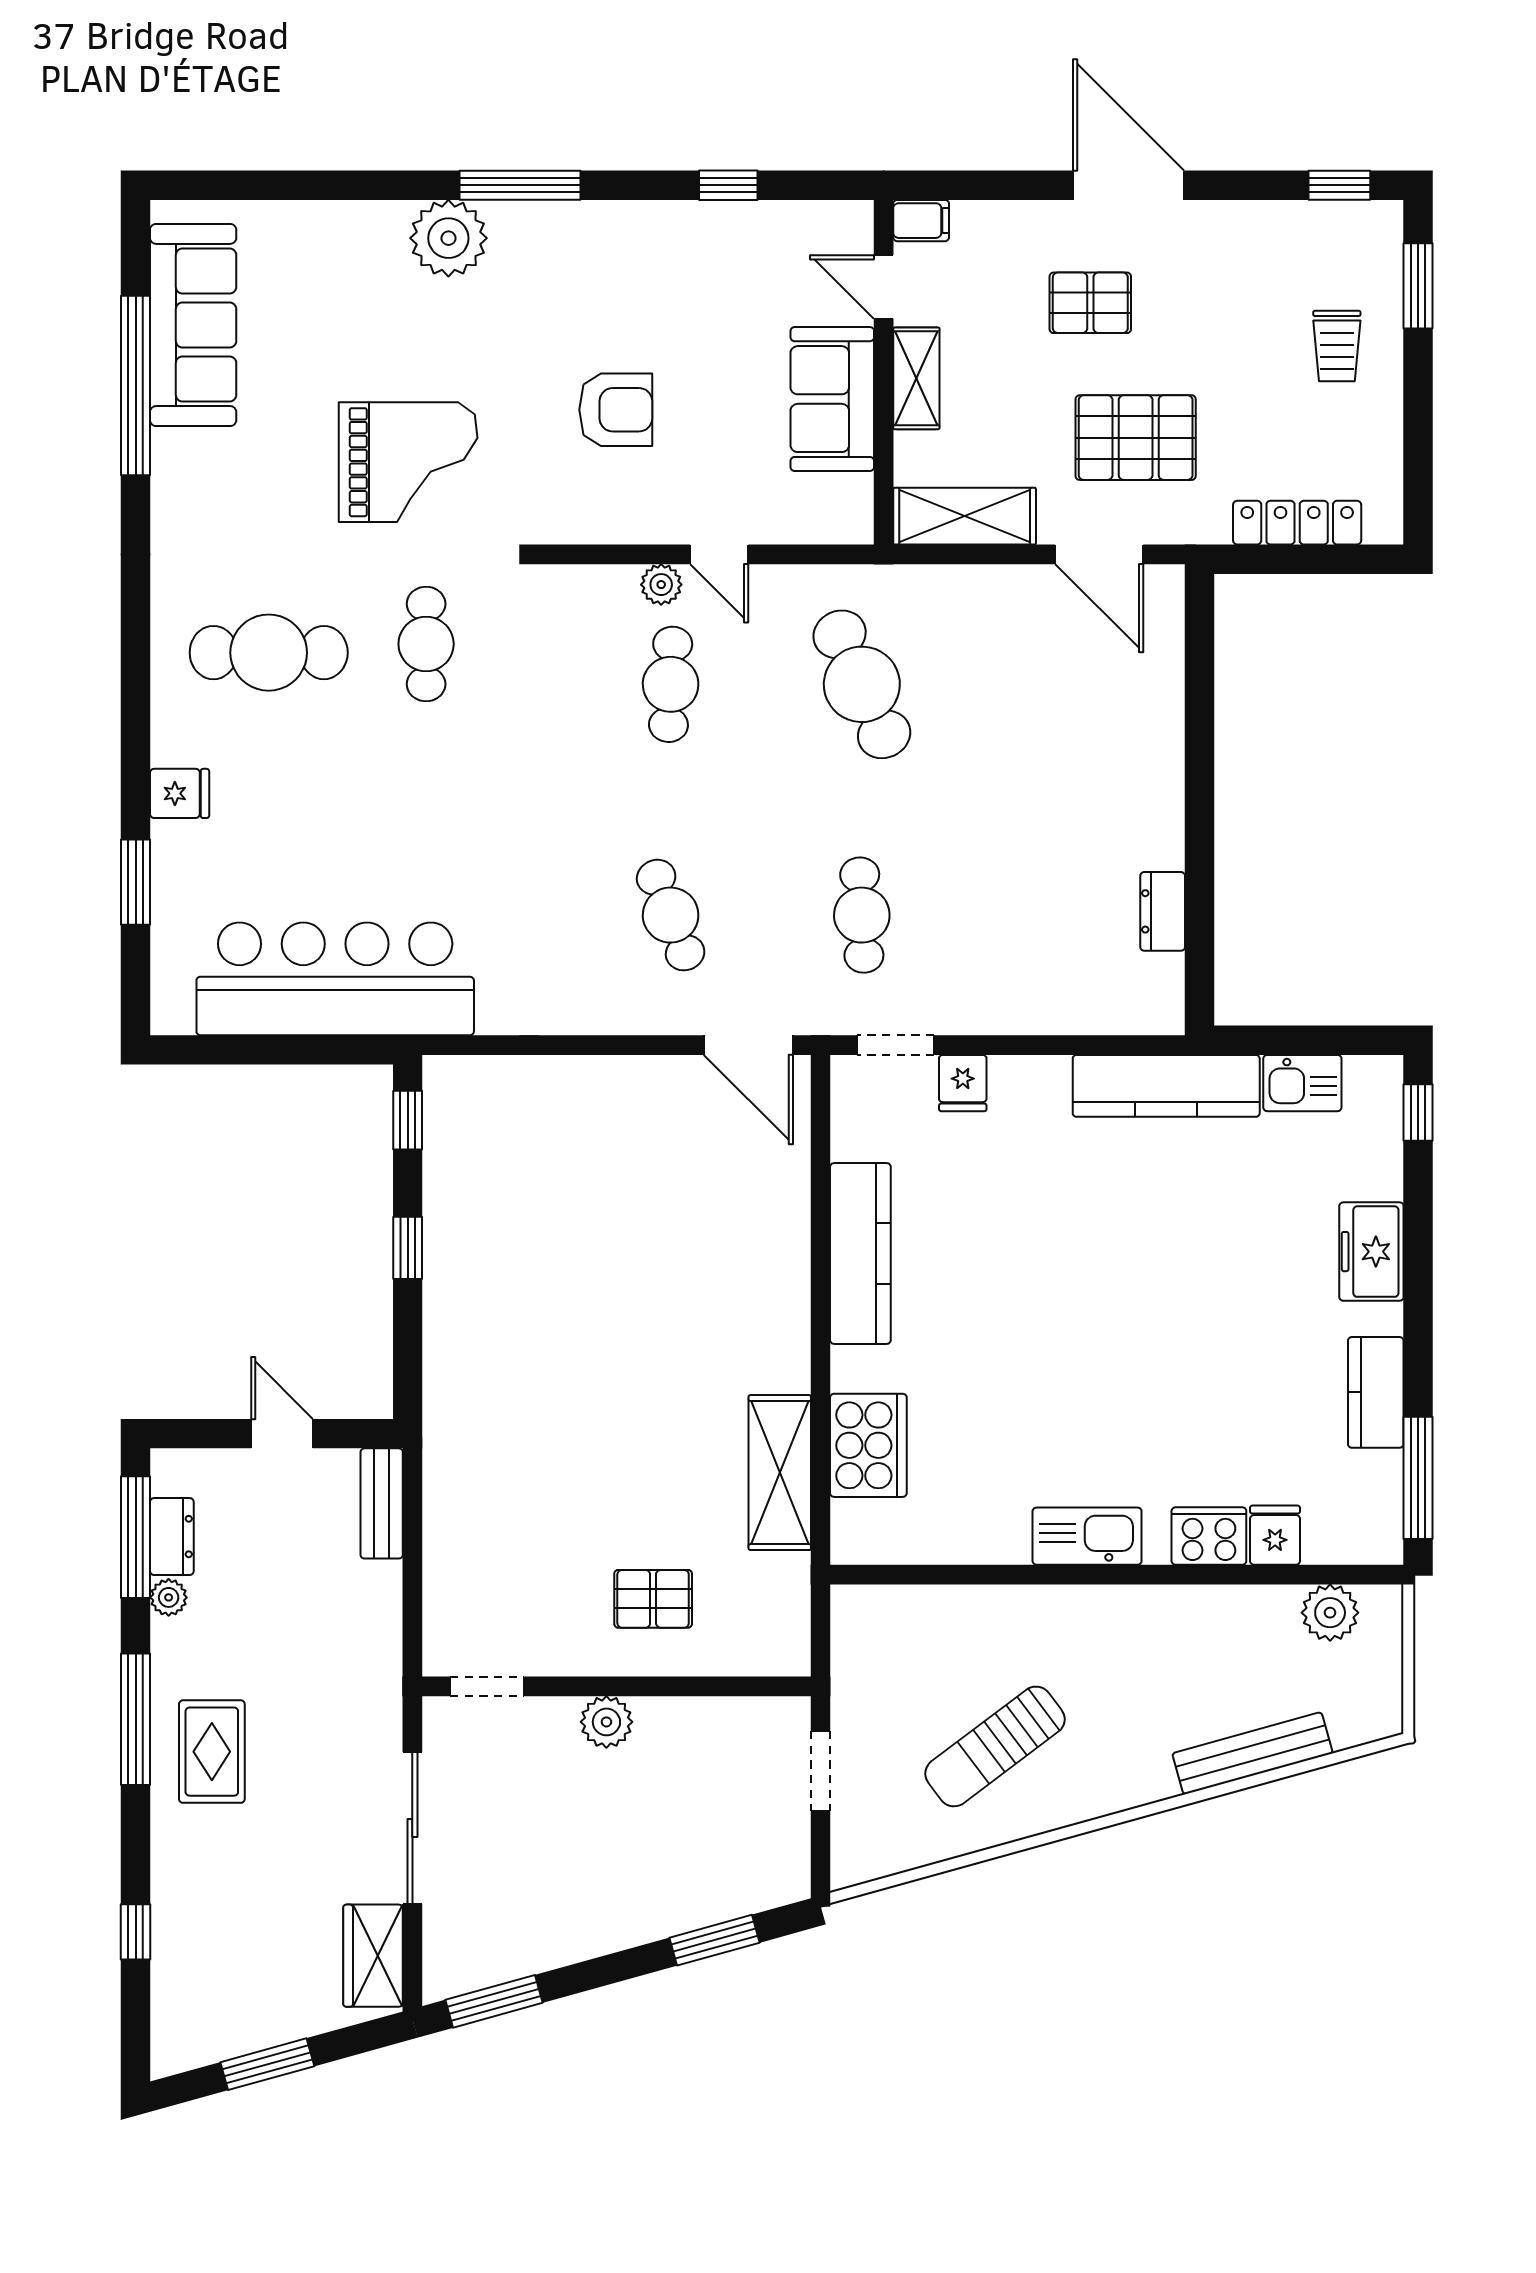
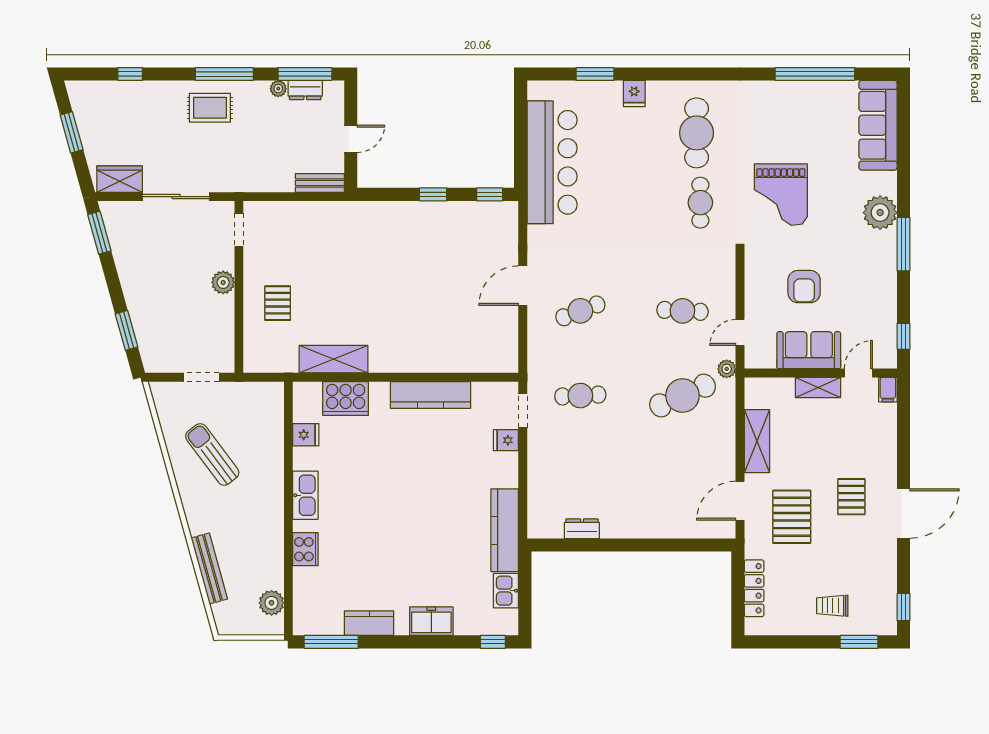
filing cabinet: (921, 221) -> (888, 390), moved
door: (884, 287) -> (858, 373), moved
sofa: (193, 325) -> (878, 125), moved, turned 90
wall: (884, 372) -> (821, 373), moved
shelving: (916, 378) -> (818, 387), moved
sofa: (832, 399) -> (809, 350), moved
plant: (661, 585) -> (727, 369), moved
cafe table: (426, 644) -> (700, 203), turned 90
door: (748, 1045) -> (523, 286), moved
fridge: (1275, 1535) -> (306, 435), moved

